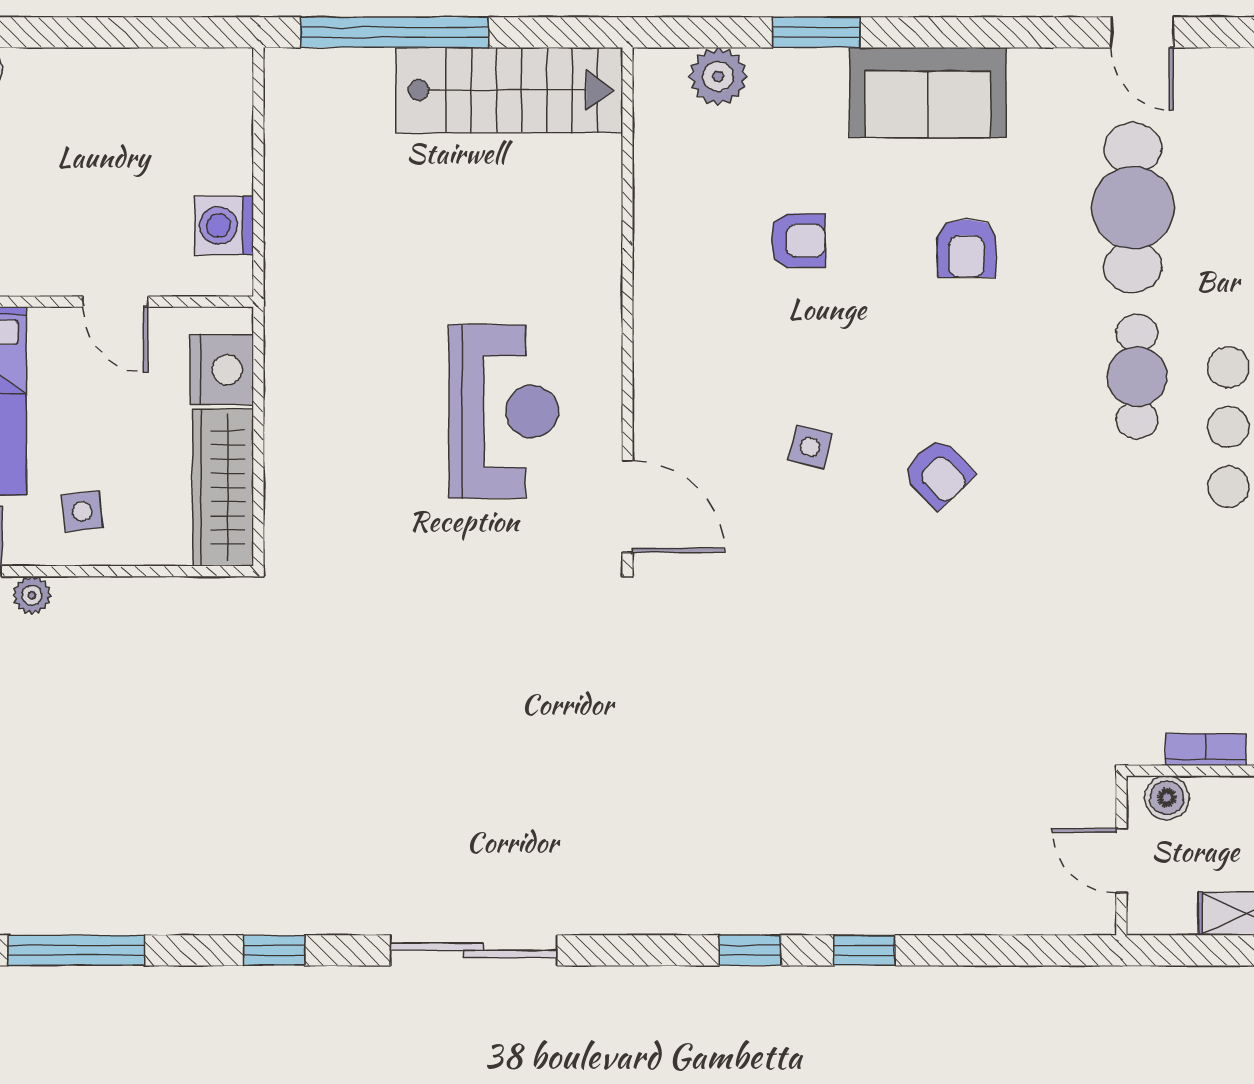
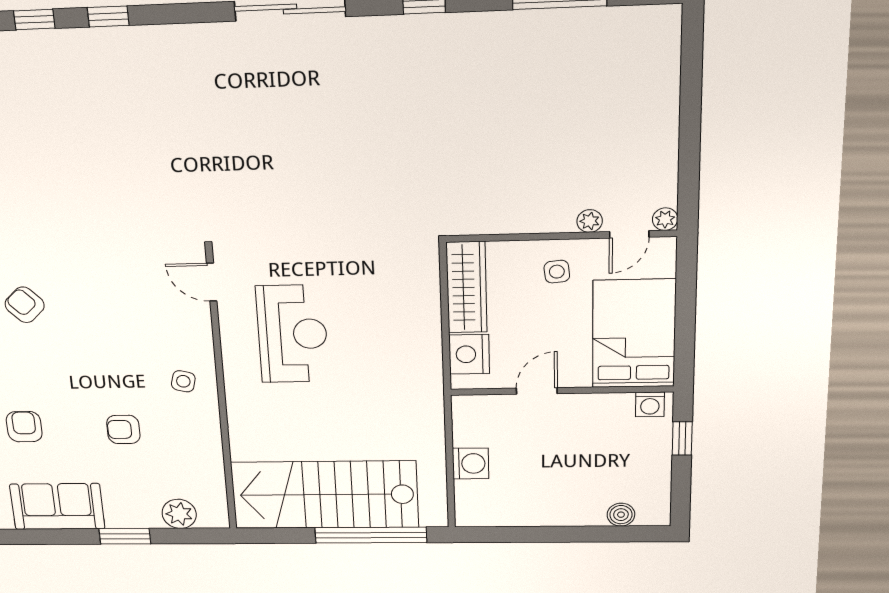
stairs: (509, 90) -> (325, 495), width x1.36, depth x1.51
washing machine: (224, 225) -> (470, 463), moved
door: (115, 302) -> (537, 391), hinge flipped
reception desk: (504, 412) -> (292, 334), turned 180
side table: (810, 447) -> (183, 381), moved
door: (628, 506) -> (212, 282), width x0.73

